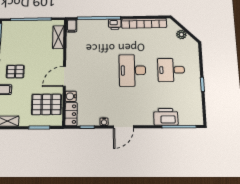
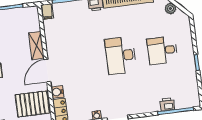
shelving: (58, 37) -> (36, 46), moved
printer: (166, 117) -> (167, 104), width x0.53, depth x0.68

